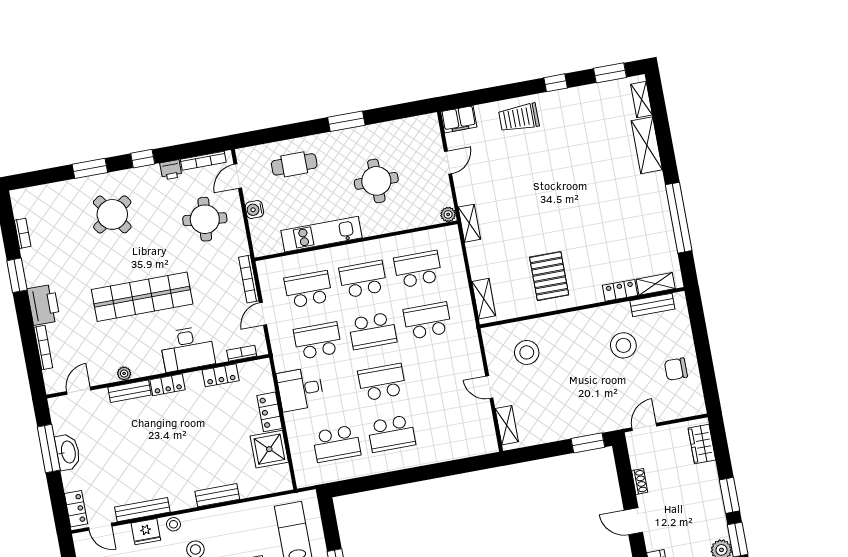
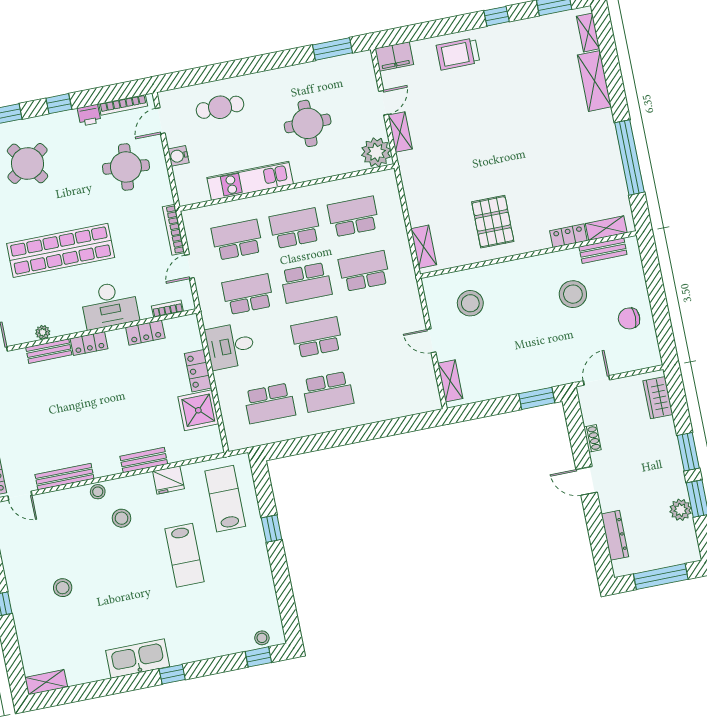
window: (346, 121) -> (333, 49), moved
plant: (448, 214) -> (376, 152), width x1.88, depth x1.88
shelving: (469, 223) -> (400, 132), moved
fridge: (146, 532) -> (168, 480), moved

